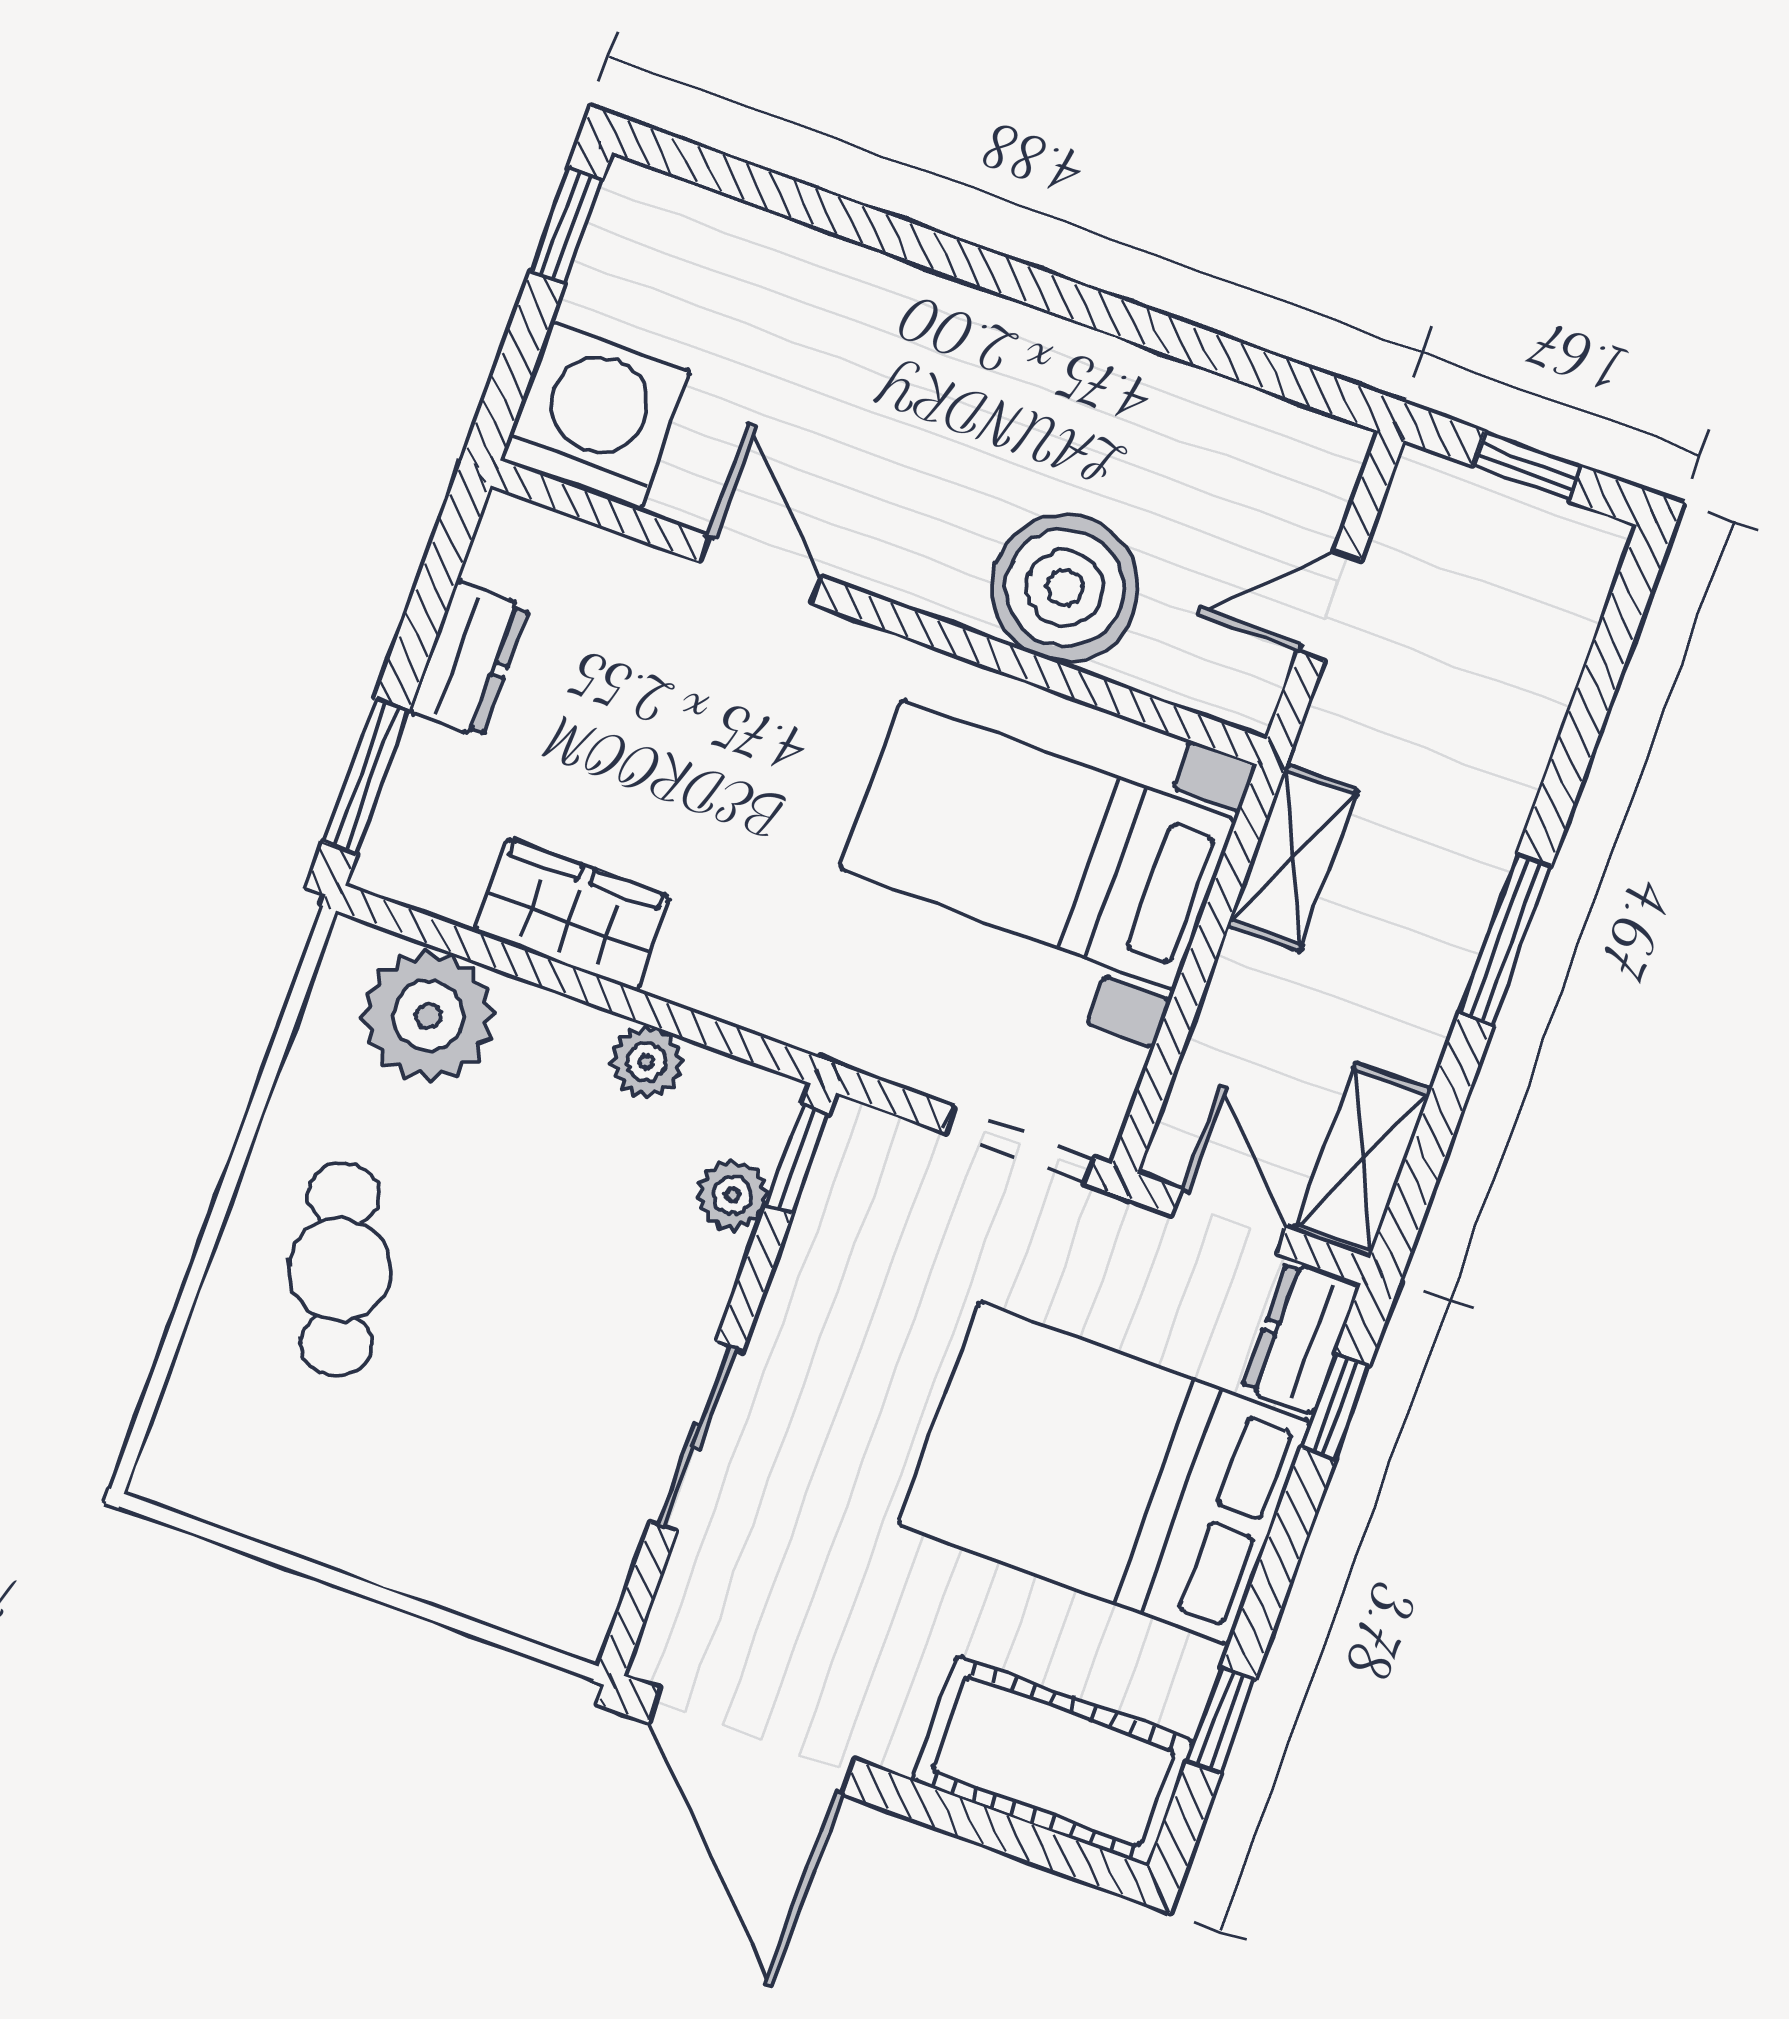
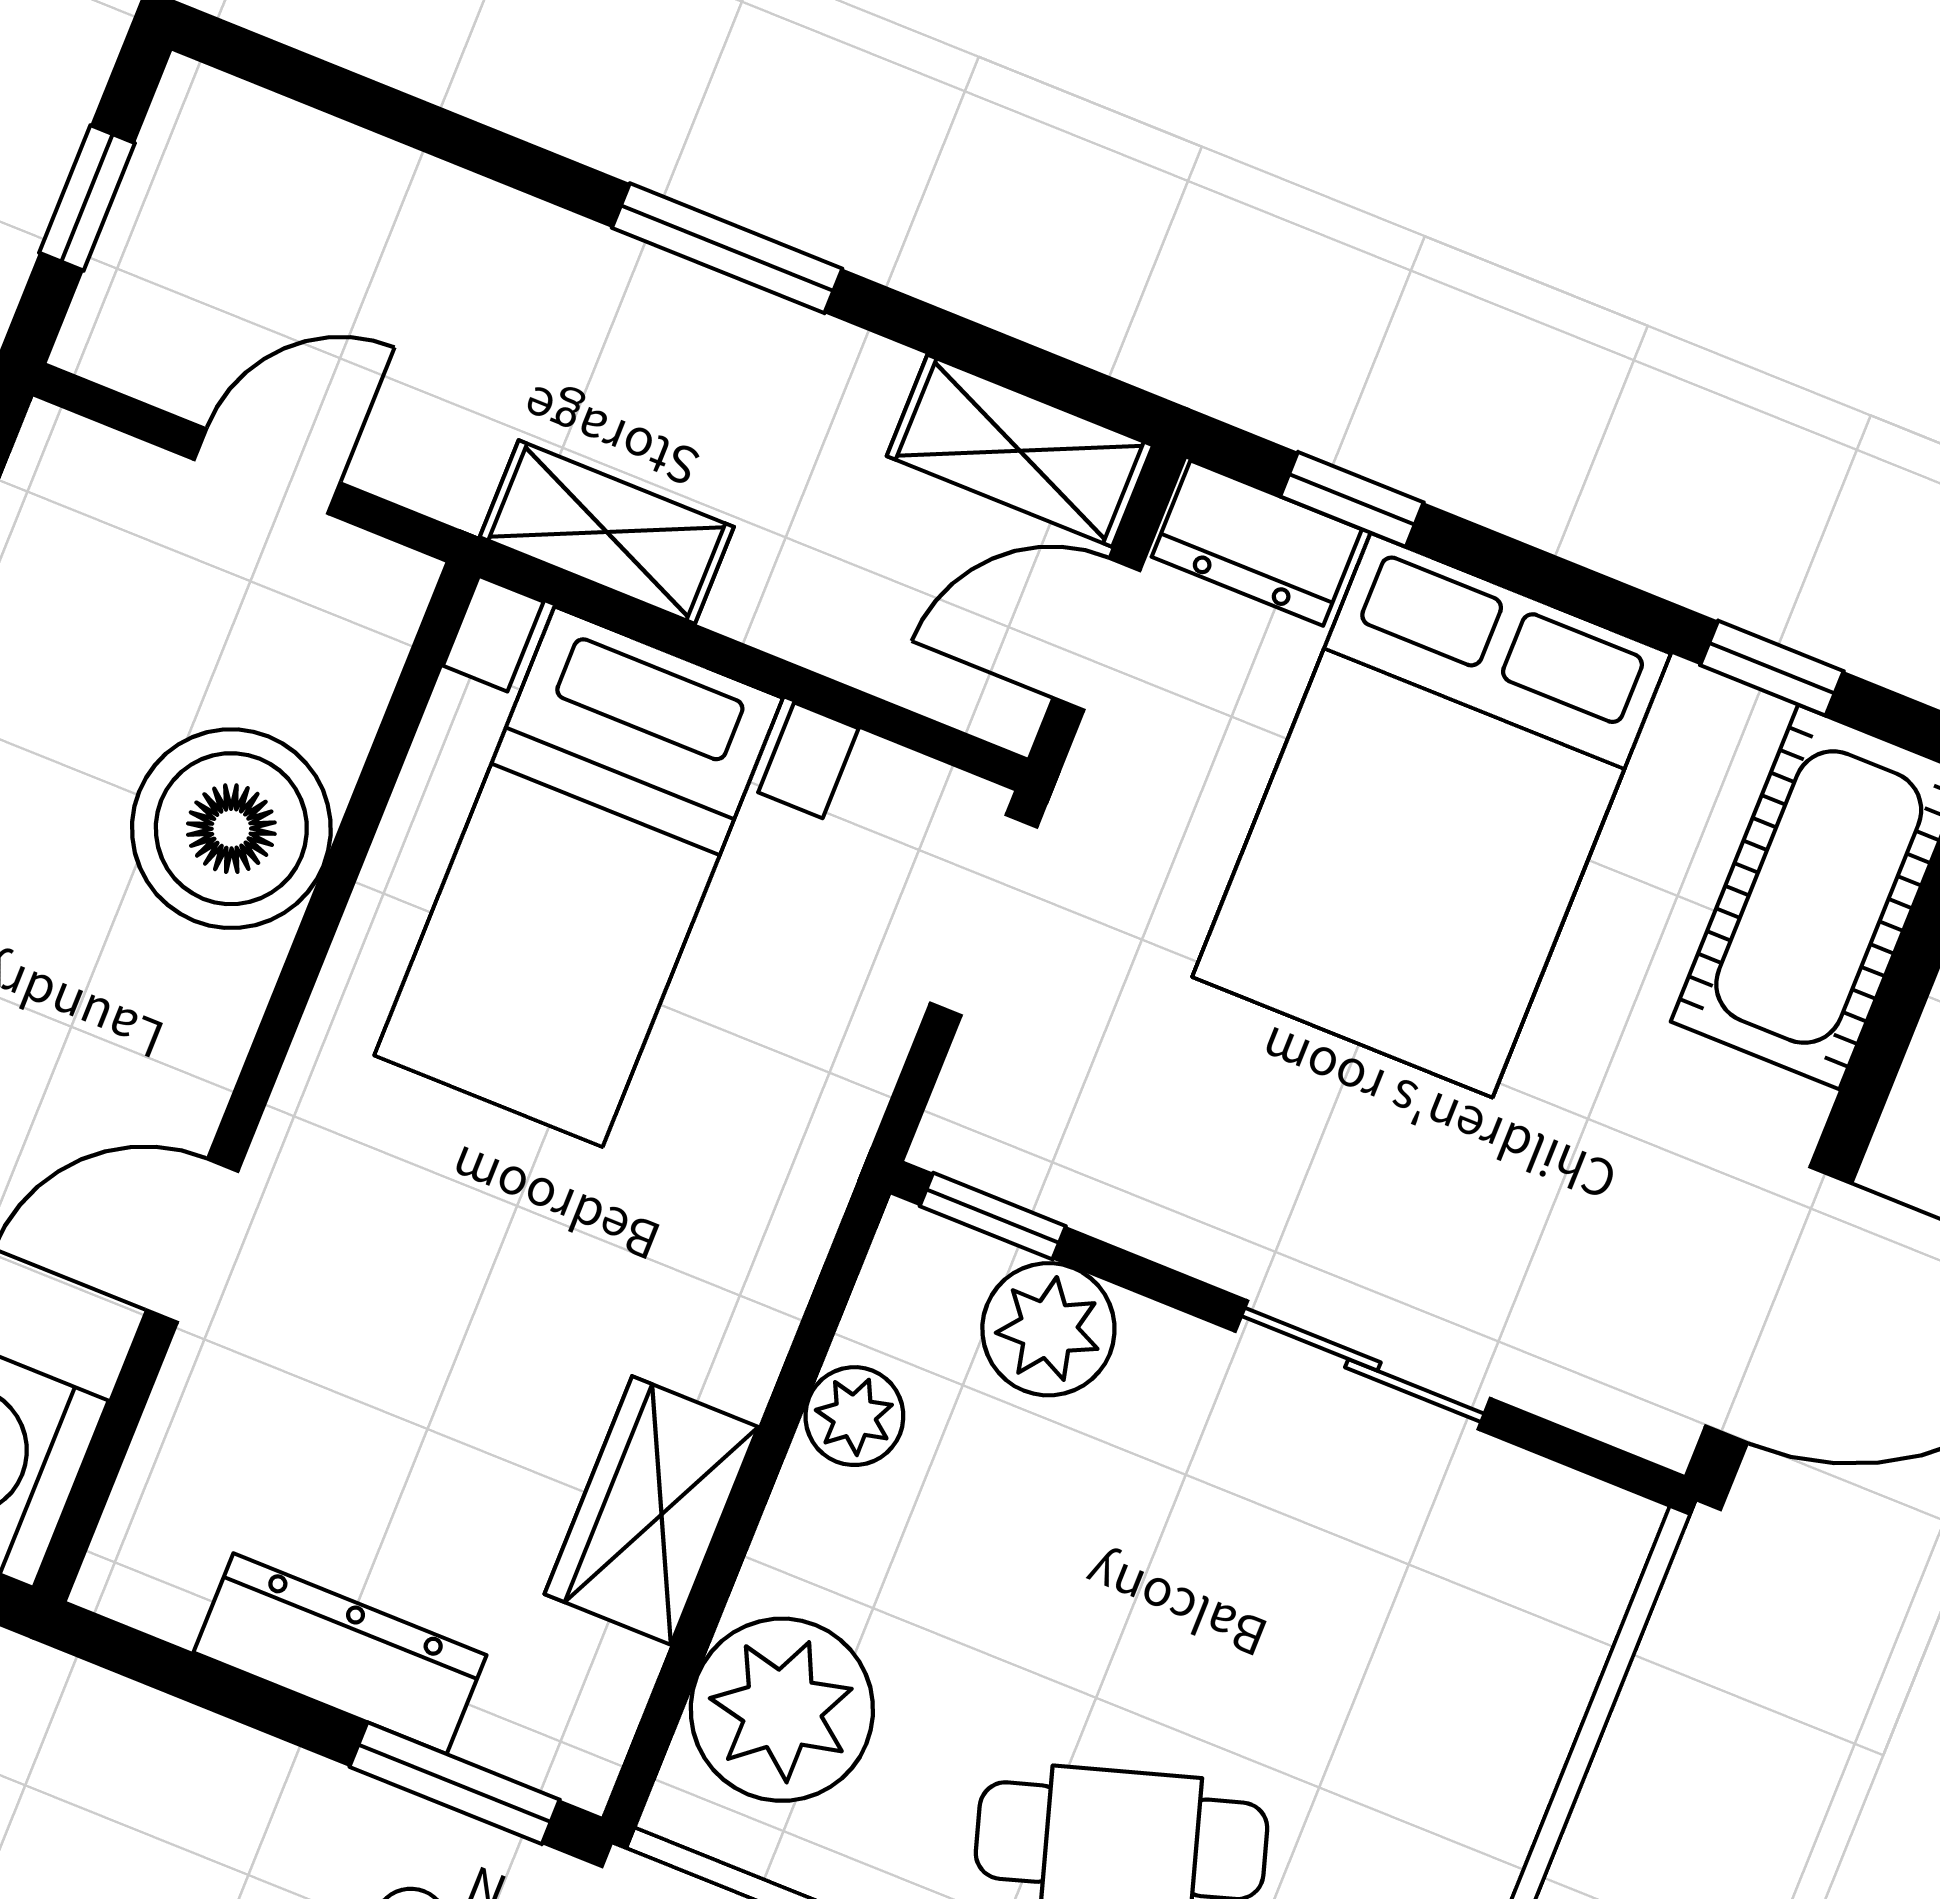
door: (1329, 606) -> (267, 471), swing flipped
dresser: (469, 659) -> (340, 1654), width x1.44
plant: (732, 1195) -> (1048, 1329), width x1.38, depth x1.38

